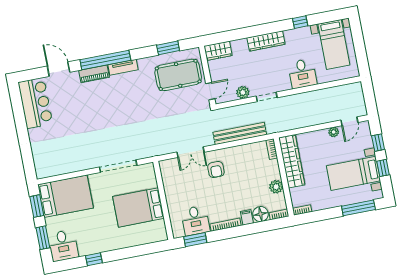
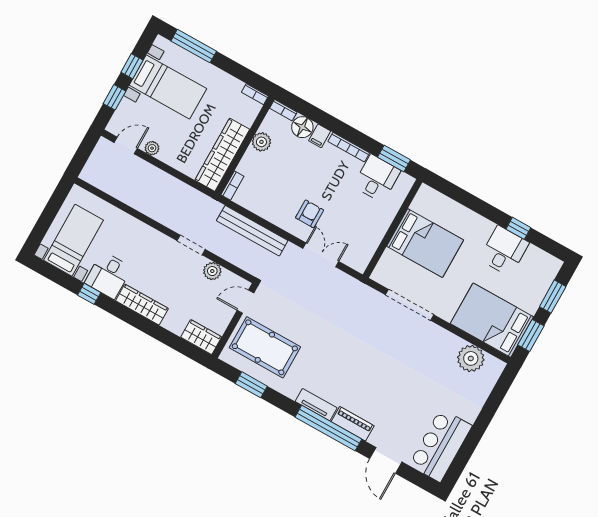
desk: (302, 74) -> (108, 275), moved, turned 180
plant: (59, 165) -> (471, 358), added
desk: (63, 246) -> (504, 251), moved

